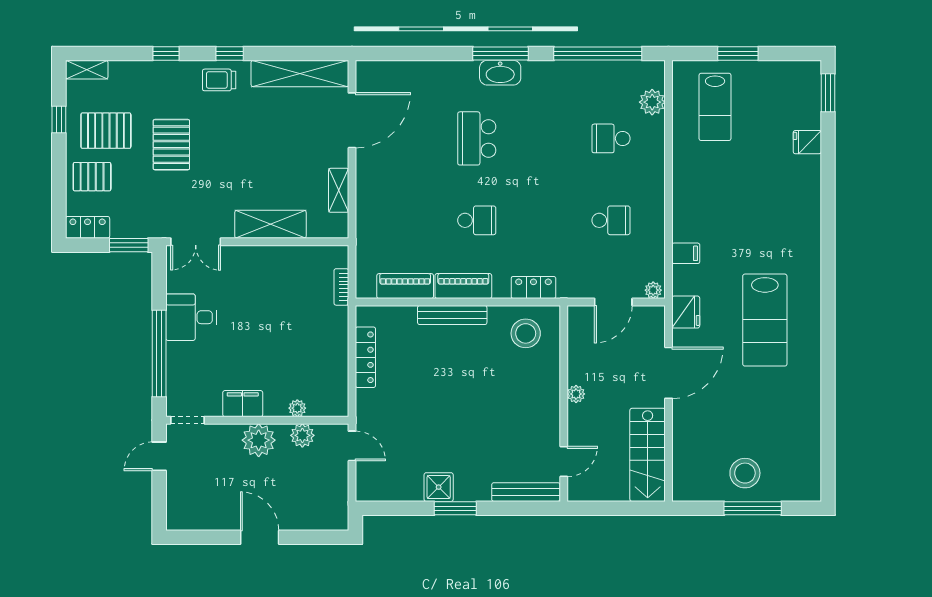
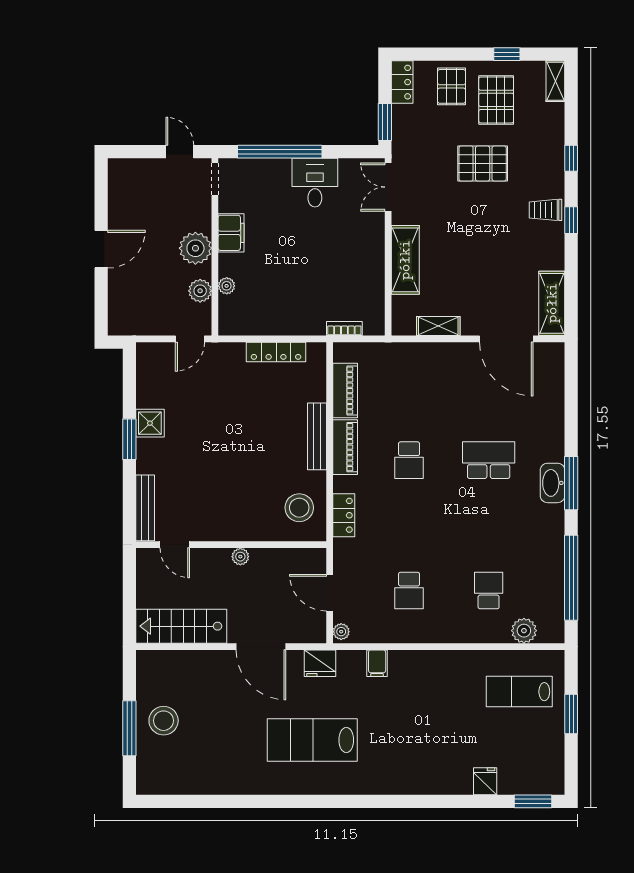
shelving: (300, 73) -> (552, 303), width x0.68
trolley: (219, 80) -> (545, 210), turned -90

